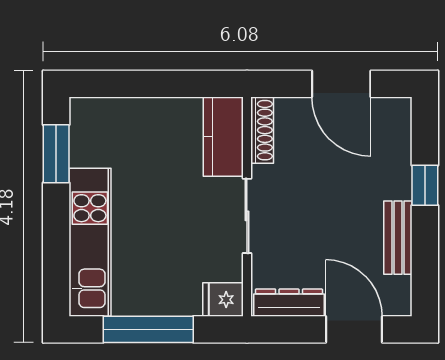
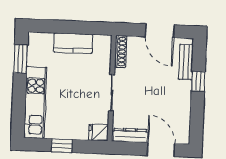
kitchen counter: (223, 137) -> (73, 43), moved, turned -90
bench: (398, 238) -> (186, 62), moved
window: (148, 329) -> (62, 146), width x0.46

